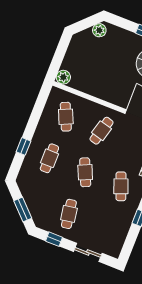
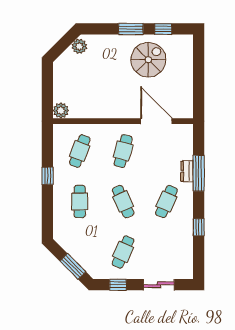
cafe table: (66, 117) -> (80, 151), turned 45
window: (23, 146) -> (47, 176), moved
cafe table: (121, 186) -> (166, 202), turned 45
cafe table: (69, 214) -> (123, 252), turned 33

